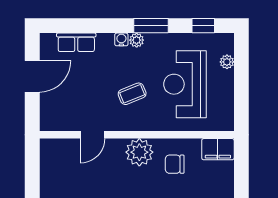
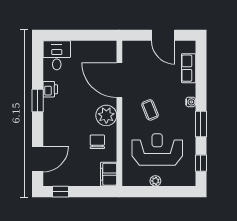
plant: (137, 40) -> (190, 113), removed
plant: (227, 62) -> (155, 181), moved
door: (92, 135) -> (119, 80), width x1.88

